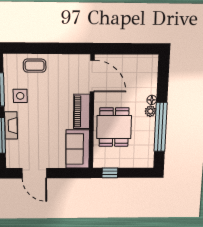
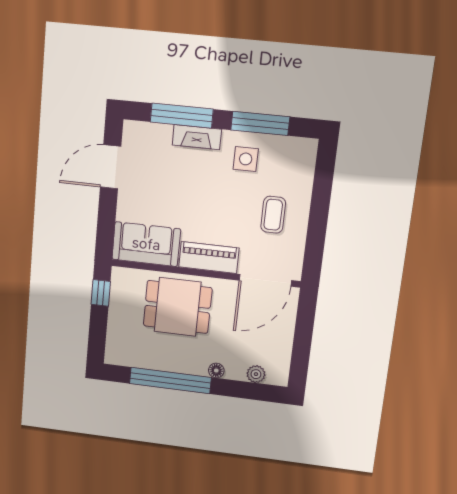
coffee table: (35, 66) -> (273, 215), moved
plant: (150, 111) -> (256, 374), moved

